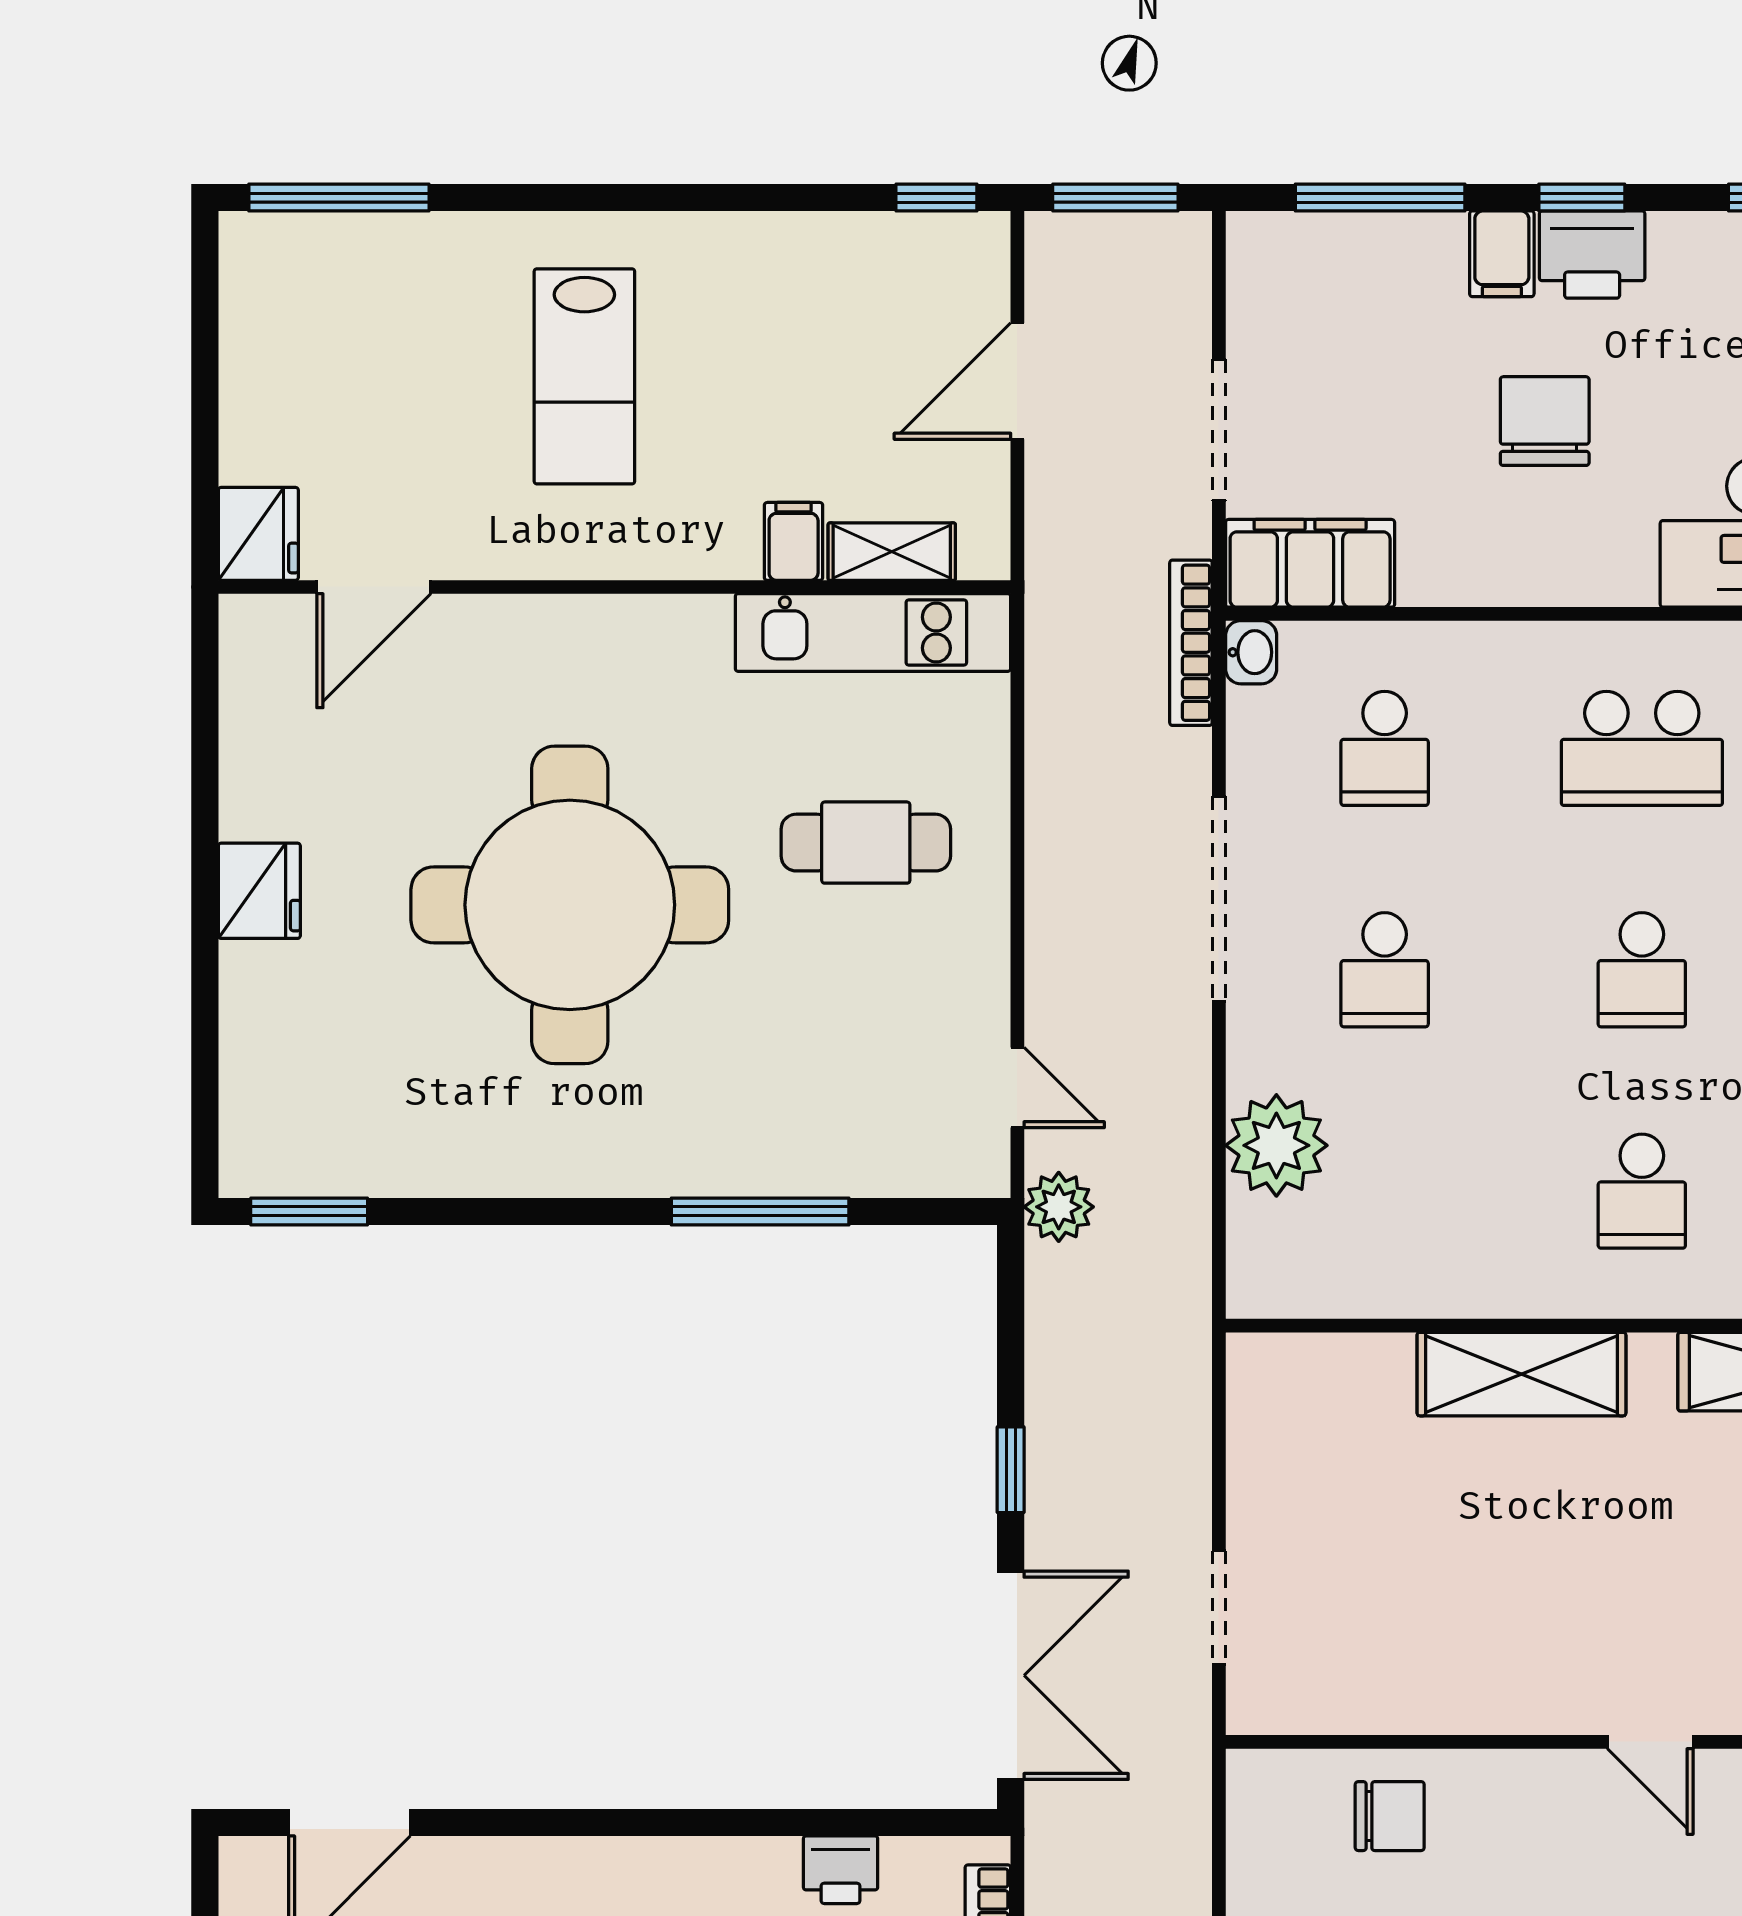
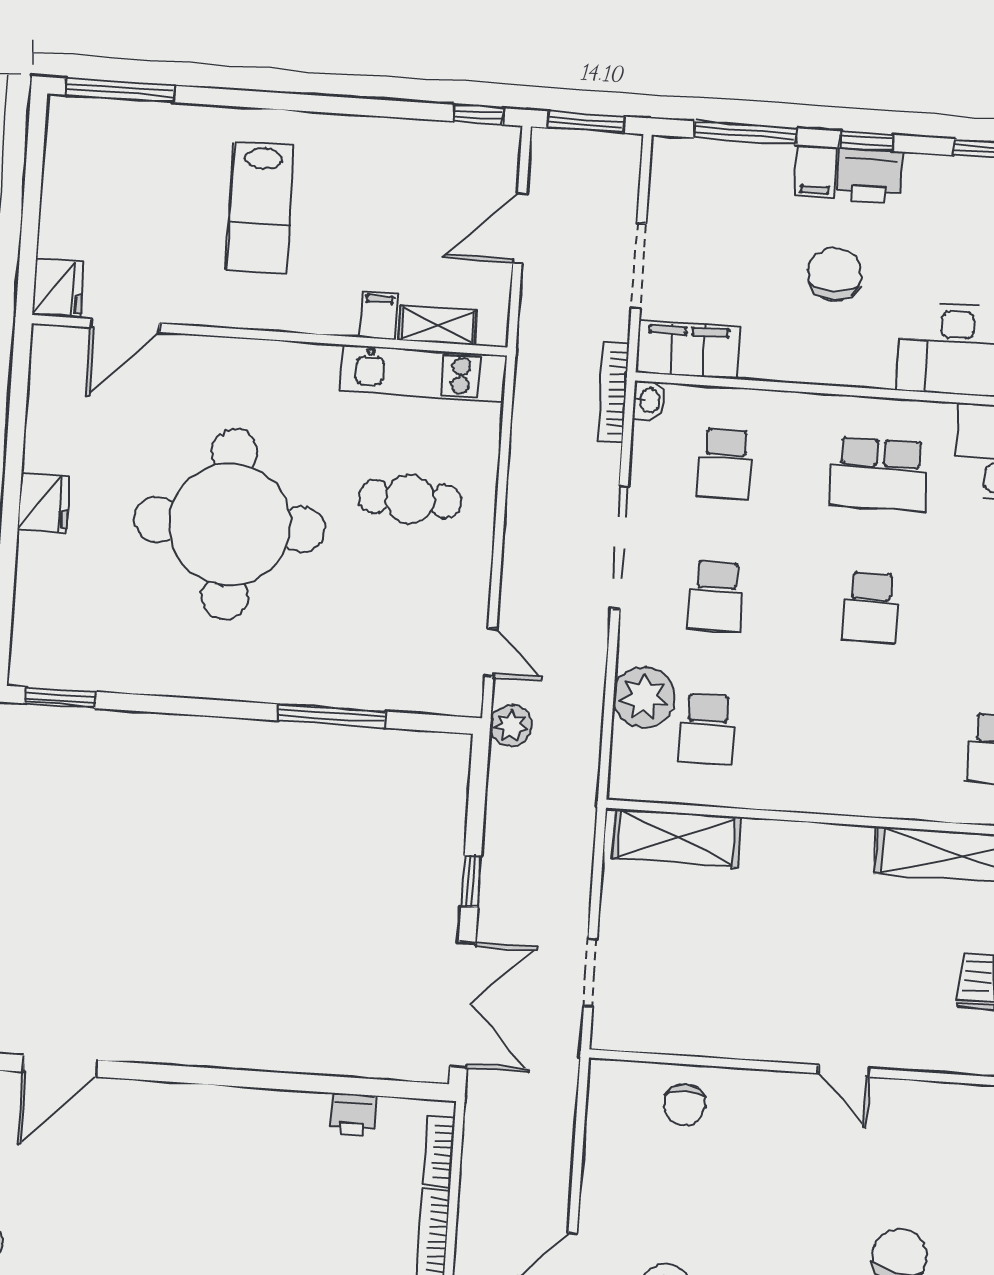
school desk: (1642, 1191) -> (707, 729), moved
shelving: (1521, 1374) -> (676, 838), moved
chair: (1390, 1816) -> (684, 1105), turned 90

